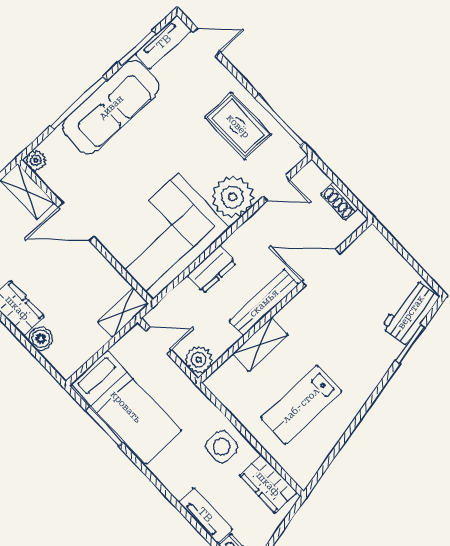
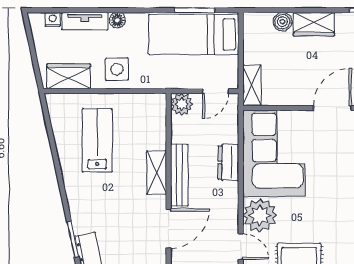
door: (276, 188) -> (241, 247), swing flipped
shelving: (260, 344) -> (156, 173), moved
floor lamp: (177, 487) -> (117, 20), added

